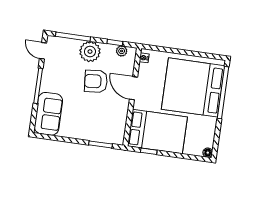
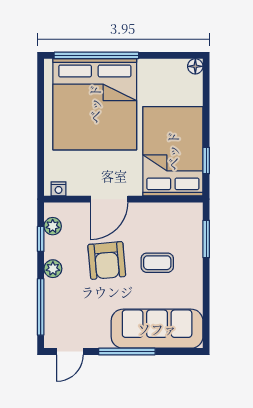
plant: (90, 52) -> (53, 269), width x0.53, depth x0.53
coffee table: (90, 112) -> (157, 263), added
sofa: (48, 114) -> (157, 329), width x1.36

